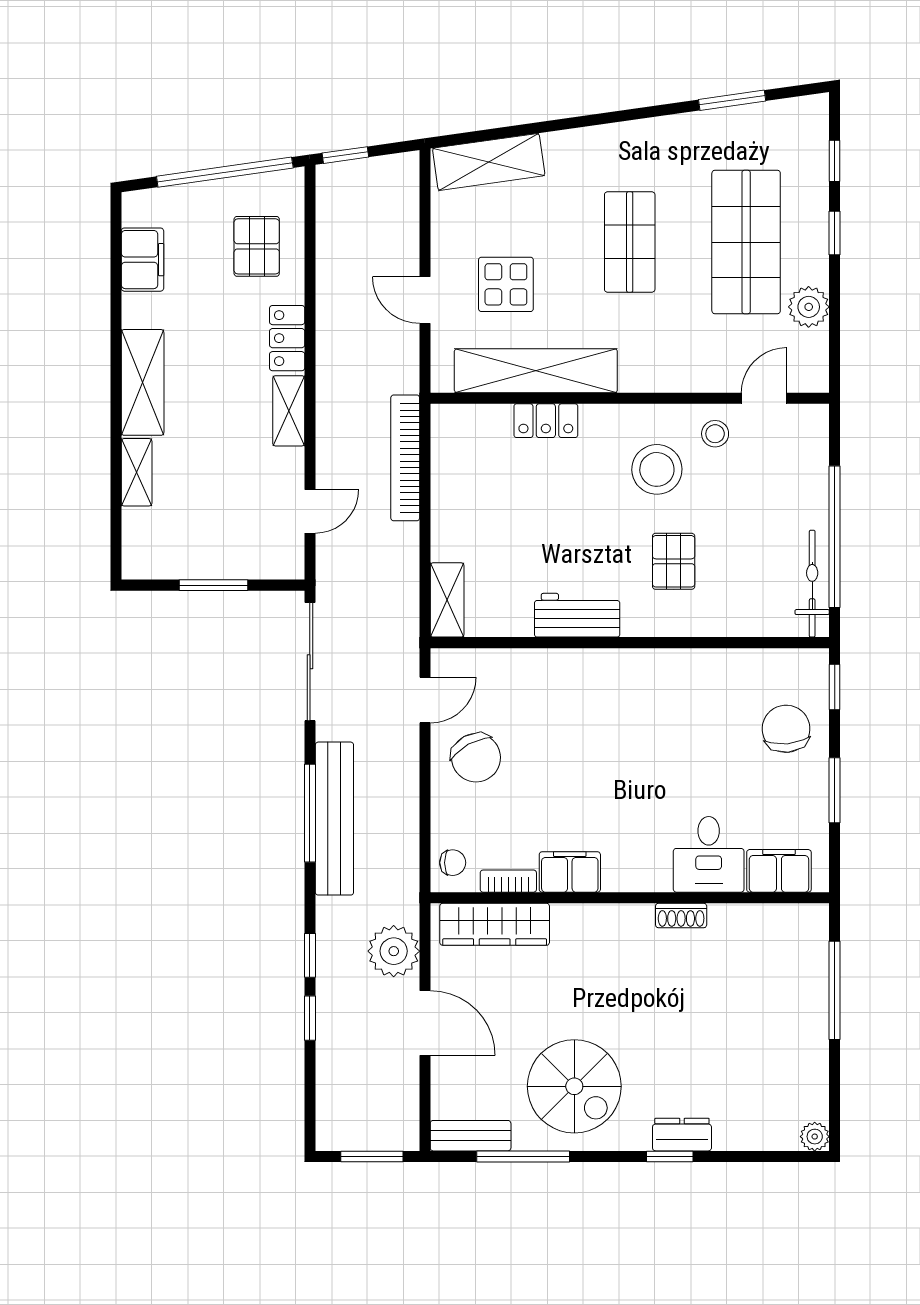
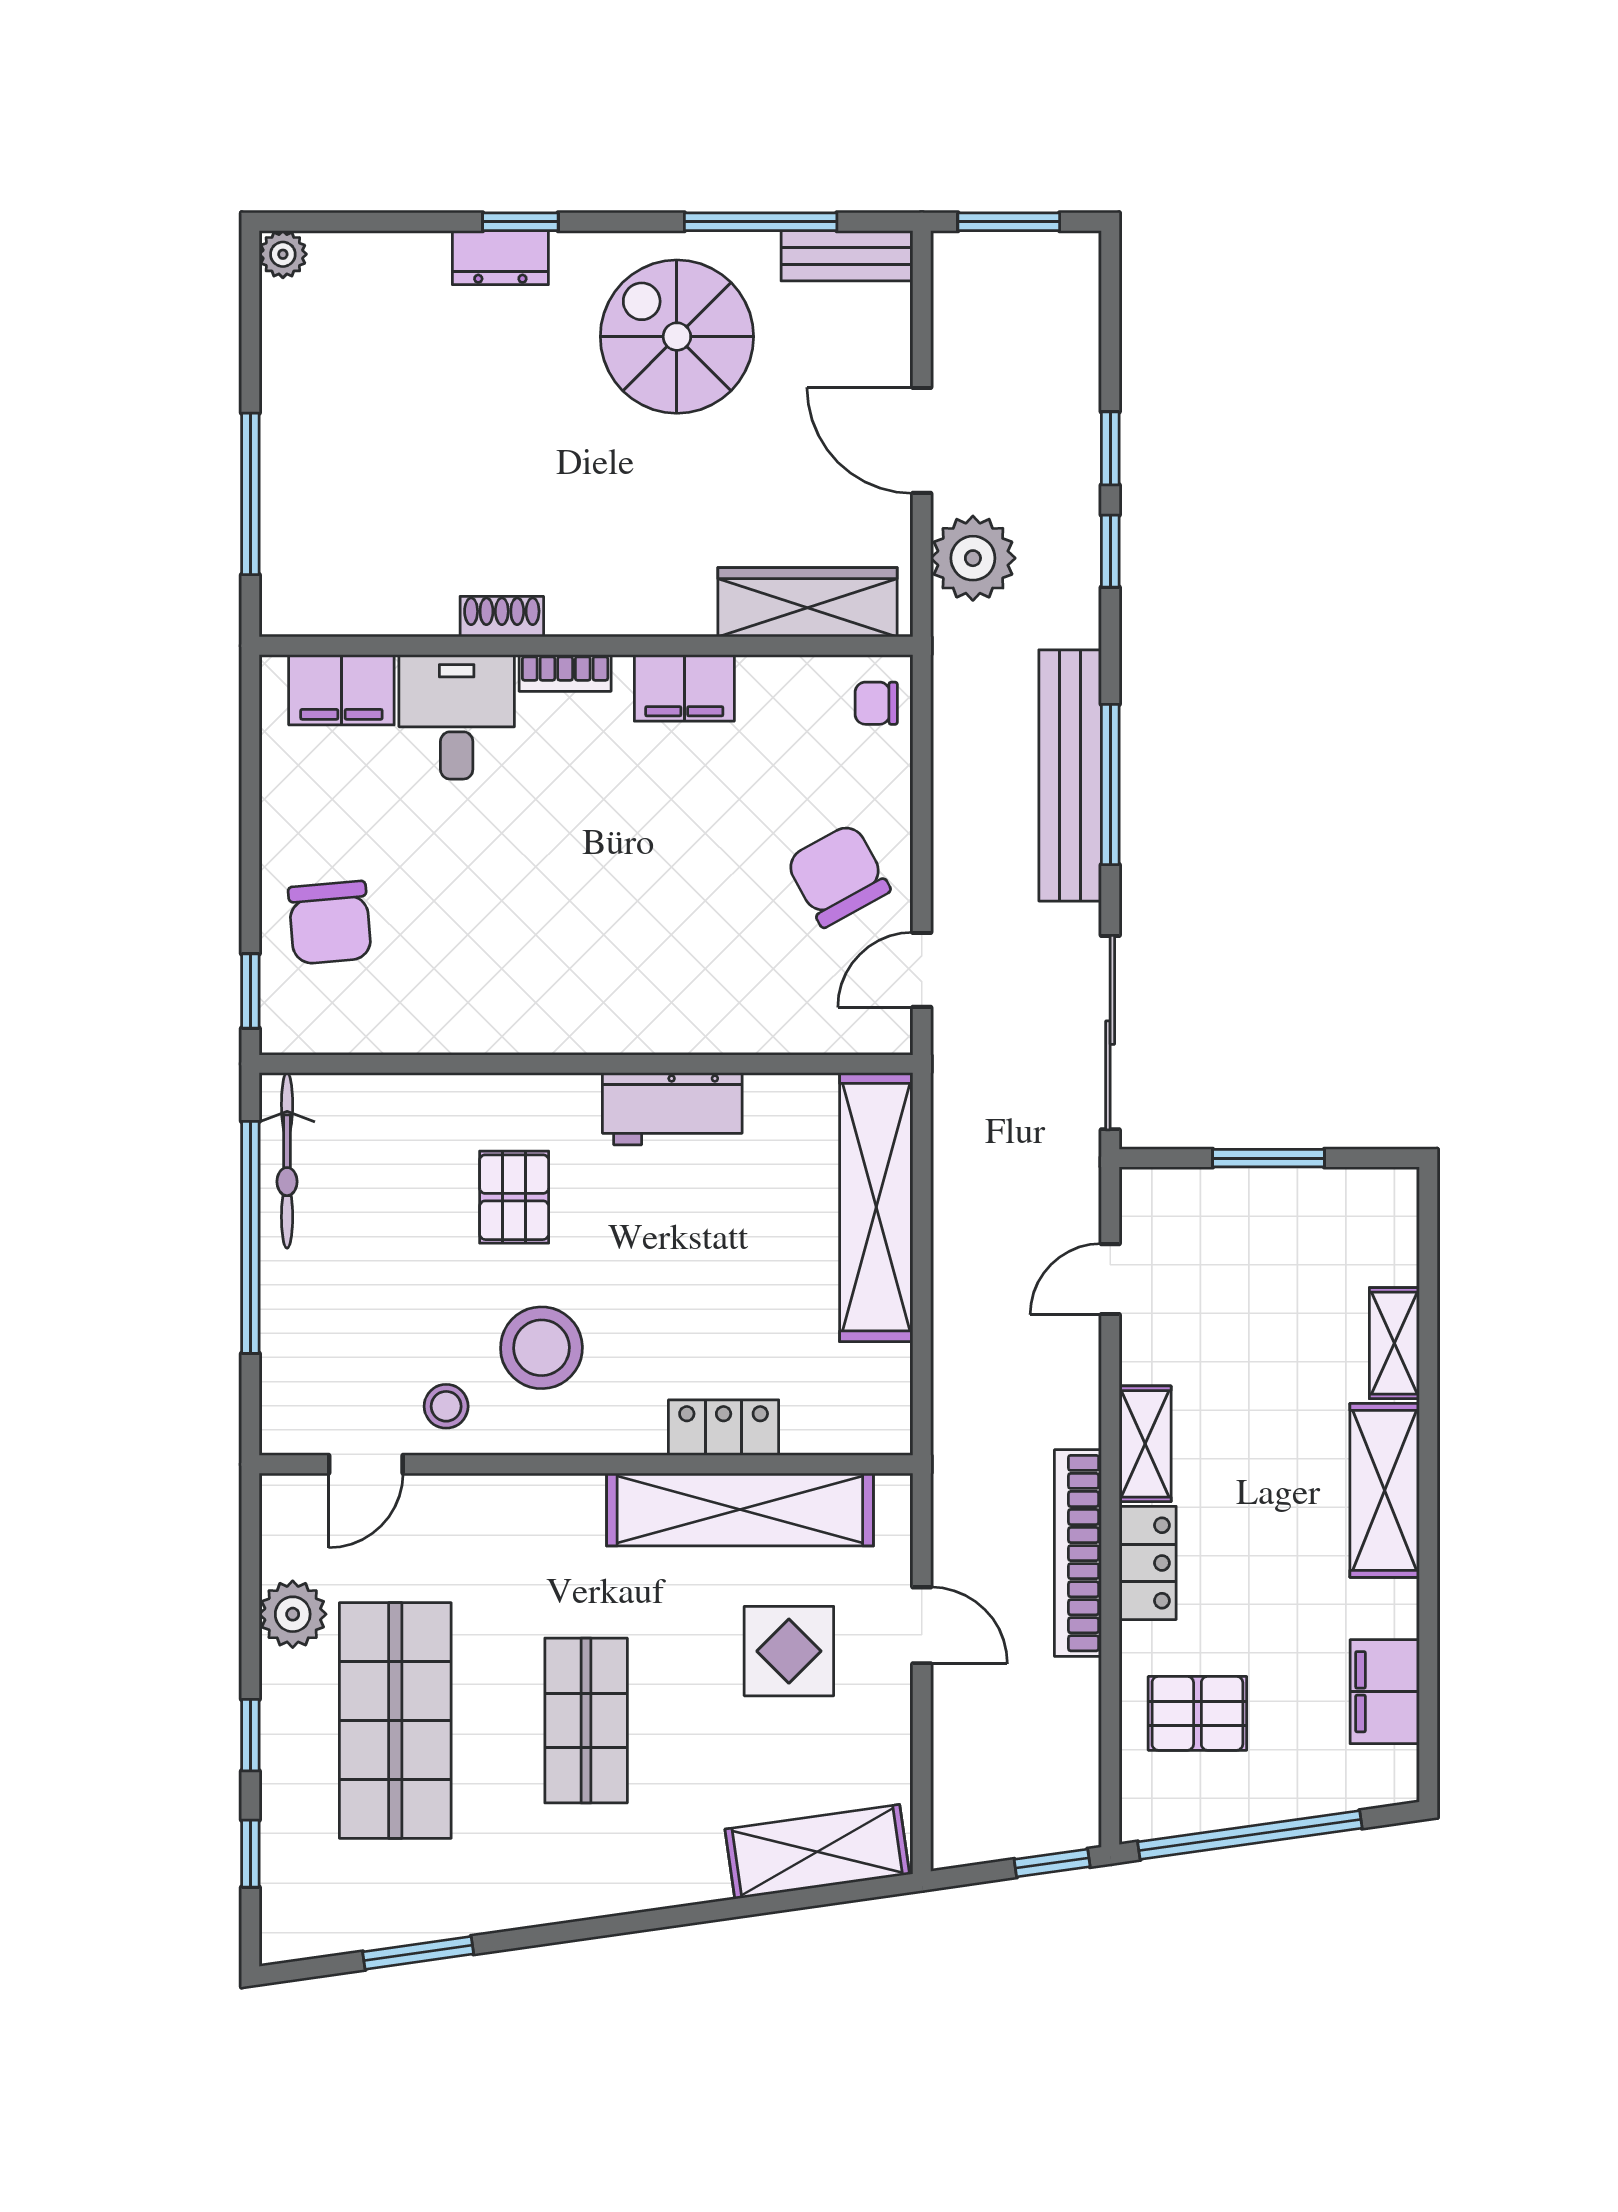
pallet: (257, 246) -> (1197, 1713), turned 90
bookcase: (405, 458) -> (1078, 1553), moved, turned 180
shelving: (447, 600) -> (876, 1207), width x2.20, depth x1.33
window: (835, 790) -> (250, 822), removed
bookcase: (508, 881) -> (565, 673), moved

